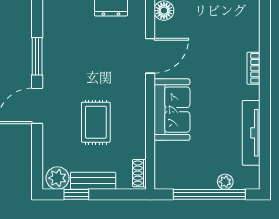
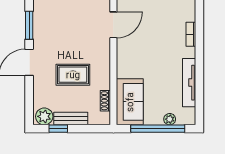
sofa: (172, 110) -> (130, 102), moved
rug: (96, 122) -> (73, 75), turned 90
shoe rack: (139, 173) -> (105, 101), moved

